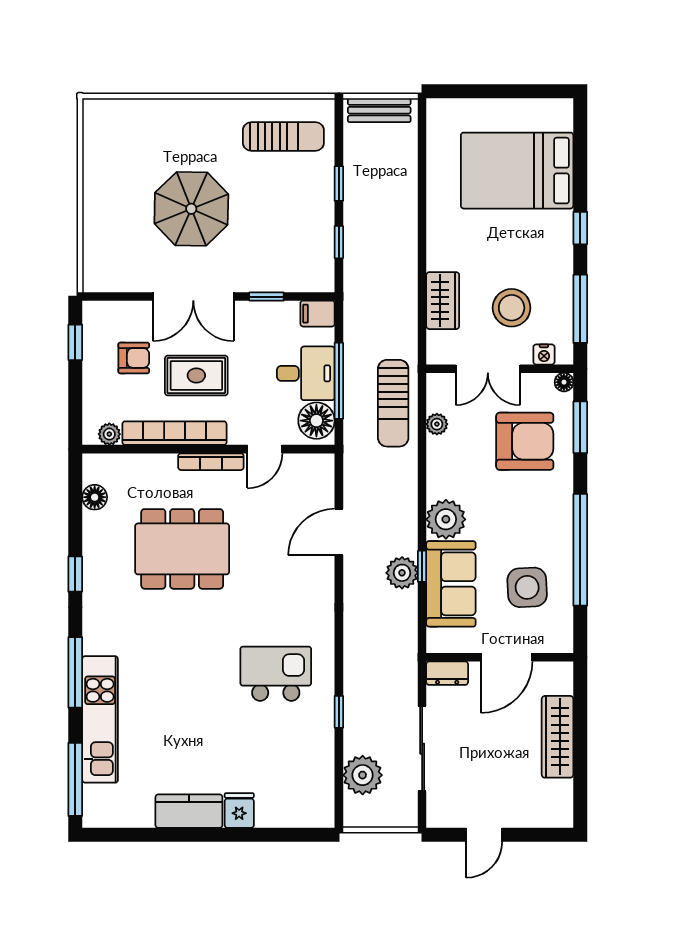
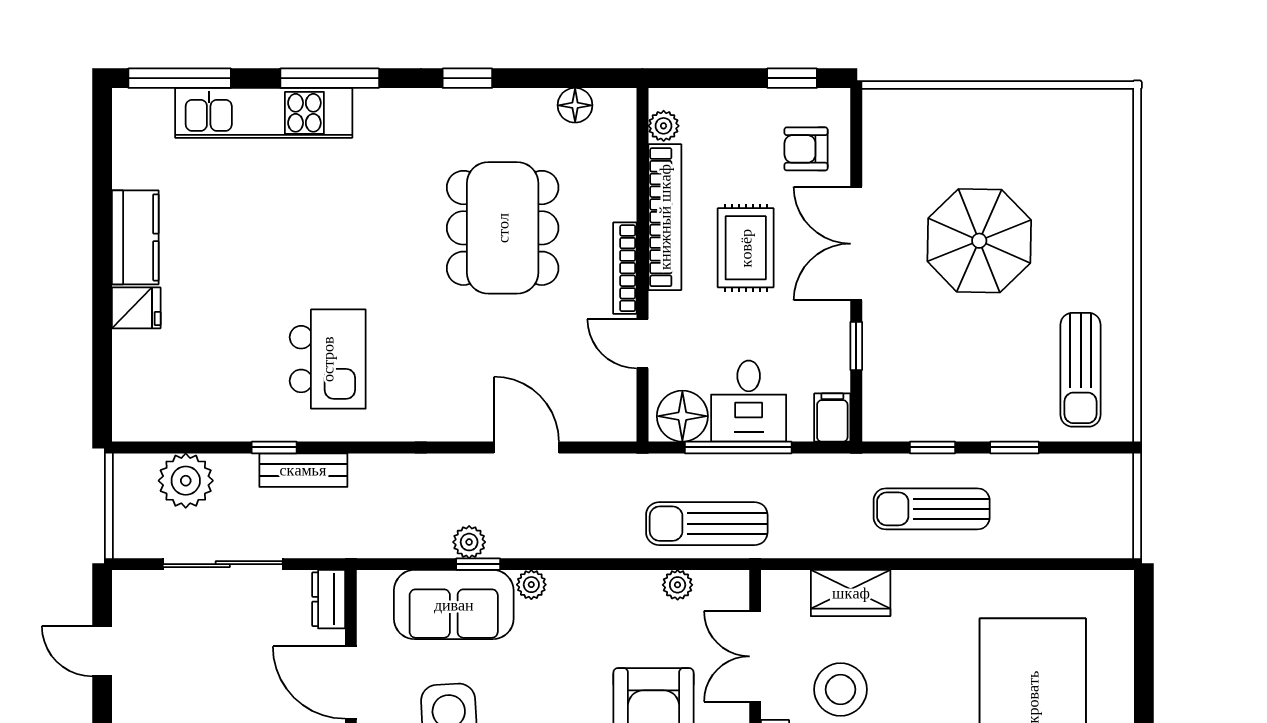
bench: (379, 110) -> (303, 470), moved, turned 90
sun lounger: (383, 243) -> (932, 509), added
armchair: (134, 358) -> (806, 149), moved, turned 90
plant: (446, 519) -> (531, 585), width x0.53, depth x0.53
plant: (402, 573) -> (469, 542), width x0.73, depth x0.73

